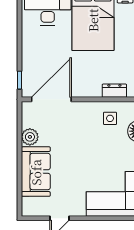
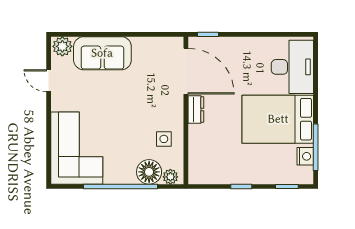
dresser: (114, 91) -> (196, 110), moved
plant: (30, 137) -> (62, 46), moved

